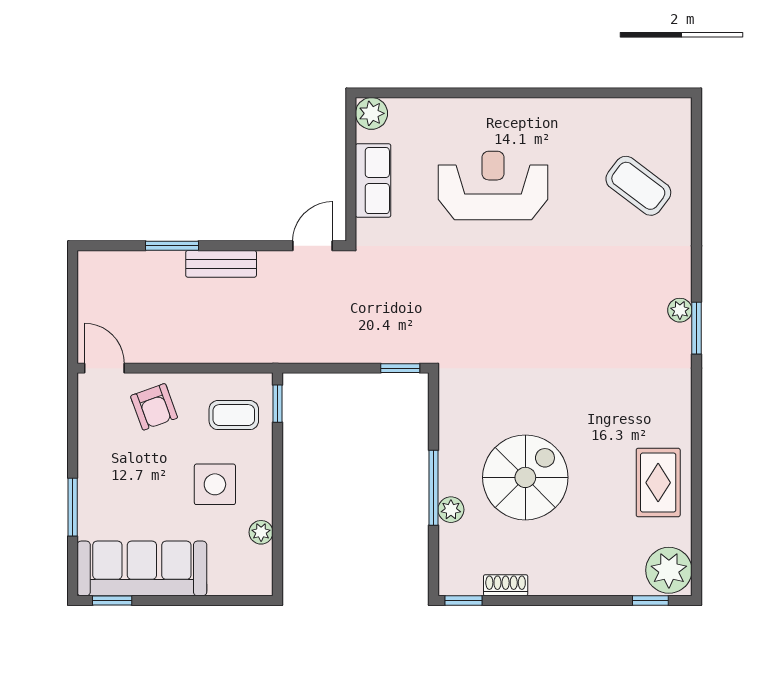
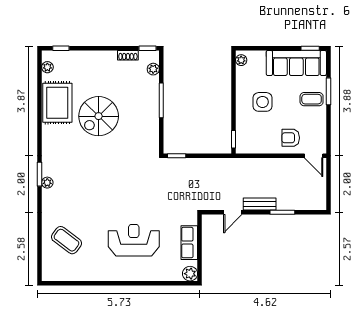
reception desk: (493, 186) -> (134, 240), turned 180
door: (313, 246) -> (233, 212), moved
armchair: (154, 407) -> (291, 138), turned -70
coffee table: (234, 415) -> (312, 99), moved
spiral stairs: (525, 477) -> (99, 116), moved
rug: (658, 483) -> (57, 103), width x1.36, depth x1.43
plant: (451, 510) -> (153, 69), moved
plant: (261, 532) -> (241, 60), moved
plant: (669, 570) -> (47, 67), width x0.53, depth x0.53

